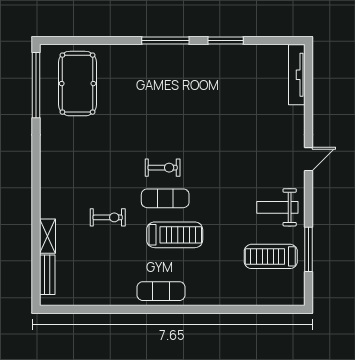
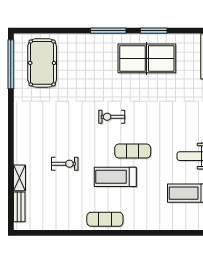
table tennis table: (217, 78) -> (147, 58), added
exercise bike: (163, 168) -> (112, 117), moved, turned 180
exercise mat: (165, 198) -> (133, 151), moved
treadmill: (175, 235) -> (115, 177), turned 180

